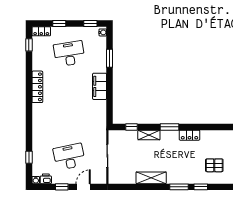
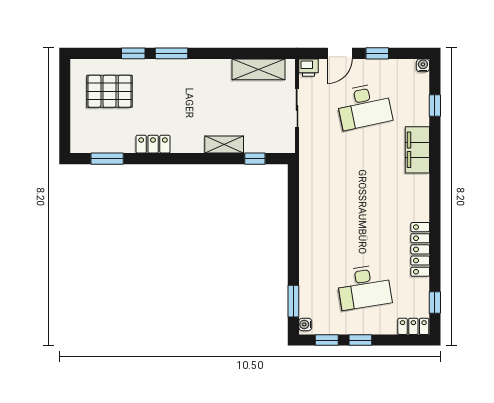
window: (59, 24) -> (360, 340), moved
window: (110, 58) -> (293, 301), moved
filing cabinet: (100, 86) -> (417, 150), moved, turned 180
locker: (37, 87) -> (420, 249), moved
window: (169, 127) -> (107, 159), moved
pallet: (214, 165) -> (110, 91), width x1.50, depth x1.42
shelving: (151, 178) -> (259, 69), moved
printer: (46, 179) -> (309, 68), moved

